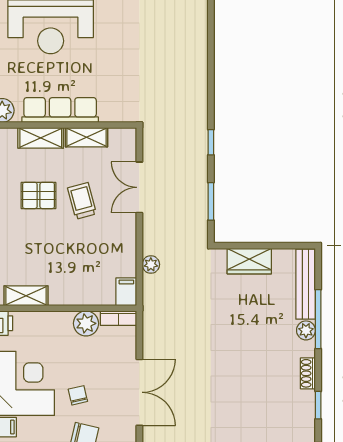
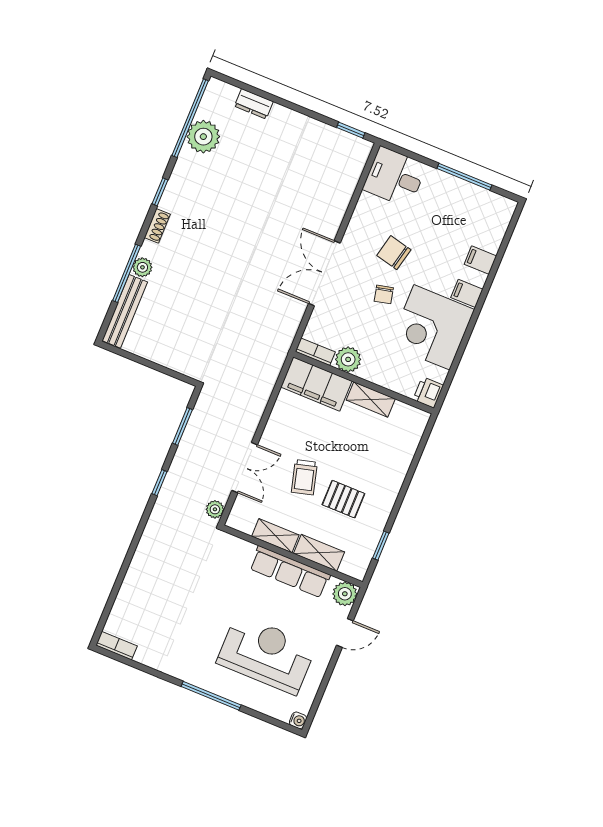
wardrobe: (249, 261) -> (169, 355), removed
plant: (151, 264) -> (215, 509), moved
filing cabinet: (126, 292) -> (316, 384), width x3.00, depth x1.17
shelving: (26, 296) -> (371, 399), moved

